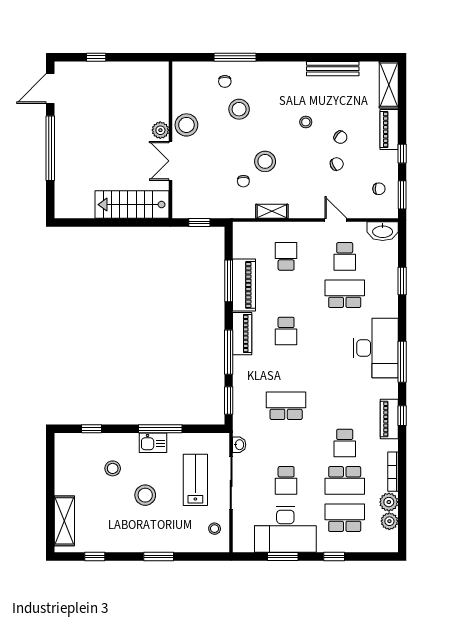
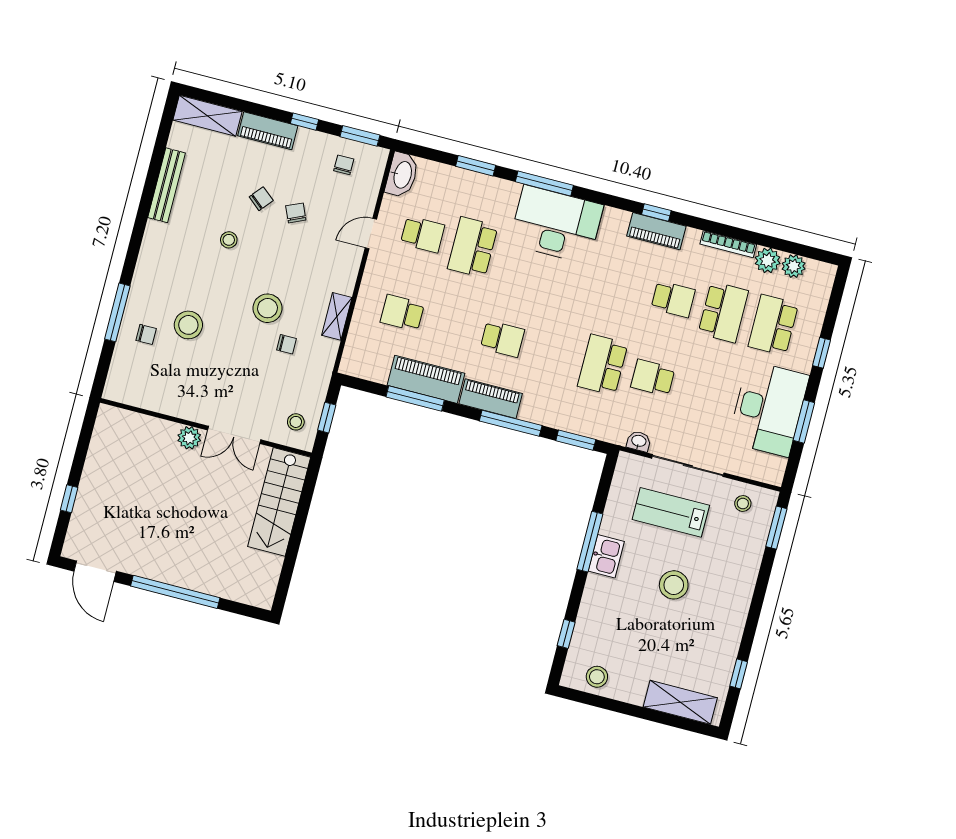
stool: (186, 125) -> (296, 422), moved, width x0.53, depth x0.53
window: (402, 362) -> (544, 184), moved
stool: (113, 468) -> (597, 677), moved
school desk: (286, 480) -> (653, 378), moved, turned 180
window: (159, 556) -> (776, 528), moved

